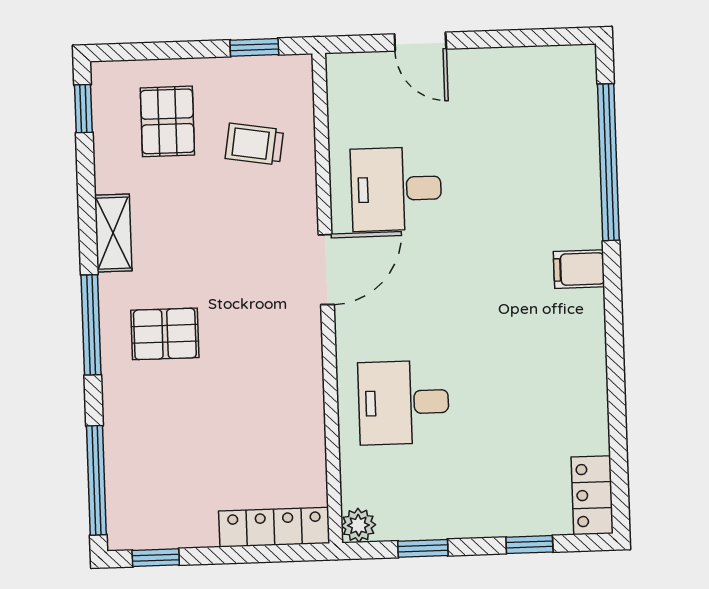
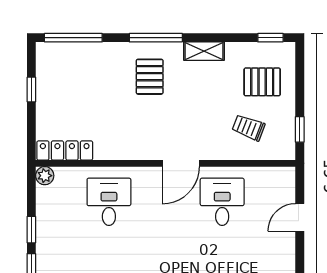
trolley: (254, 144) -> (249, 128), turned -78
door: (326, 270) -> (181, 163), hinge flipped
locker: (274, 527) -> (65, 150), moved, turned -90
window: (423, 548) -> (31, 230), moved
window: (156, 558) -> (31, 89), moved

